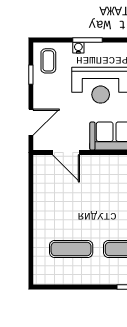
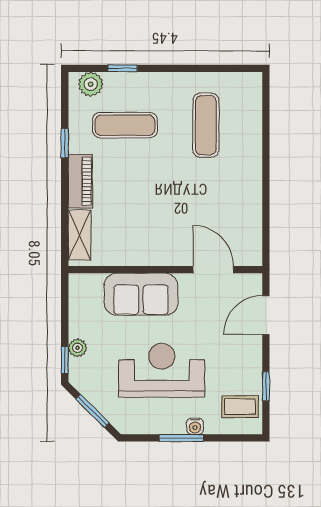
coffee table: (48, 61) -> (240, 407), turned 90
exercise mat: (71, 249) -> (206, 125), turned 90

